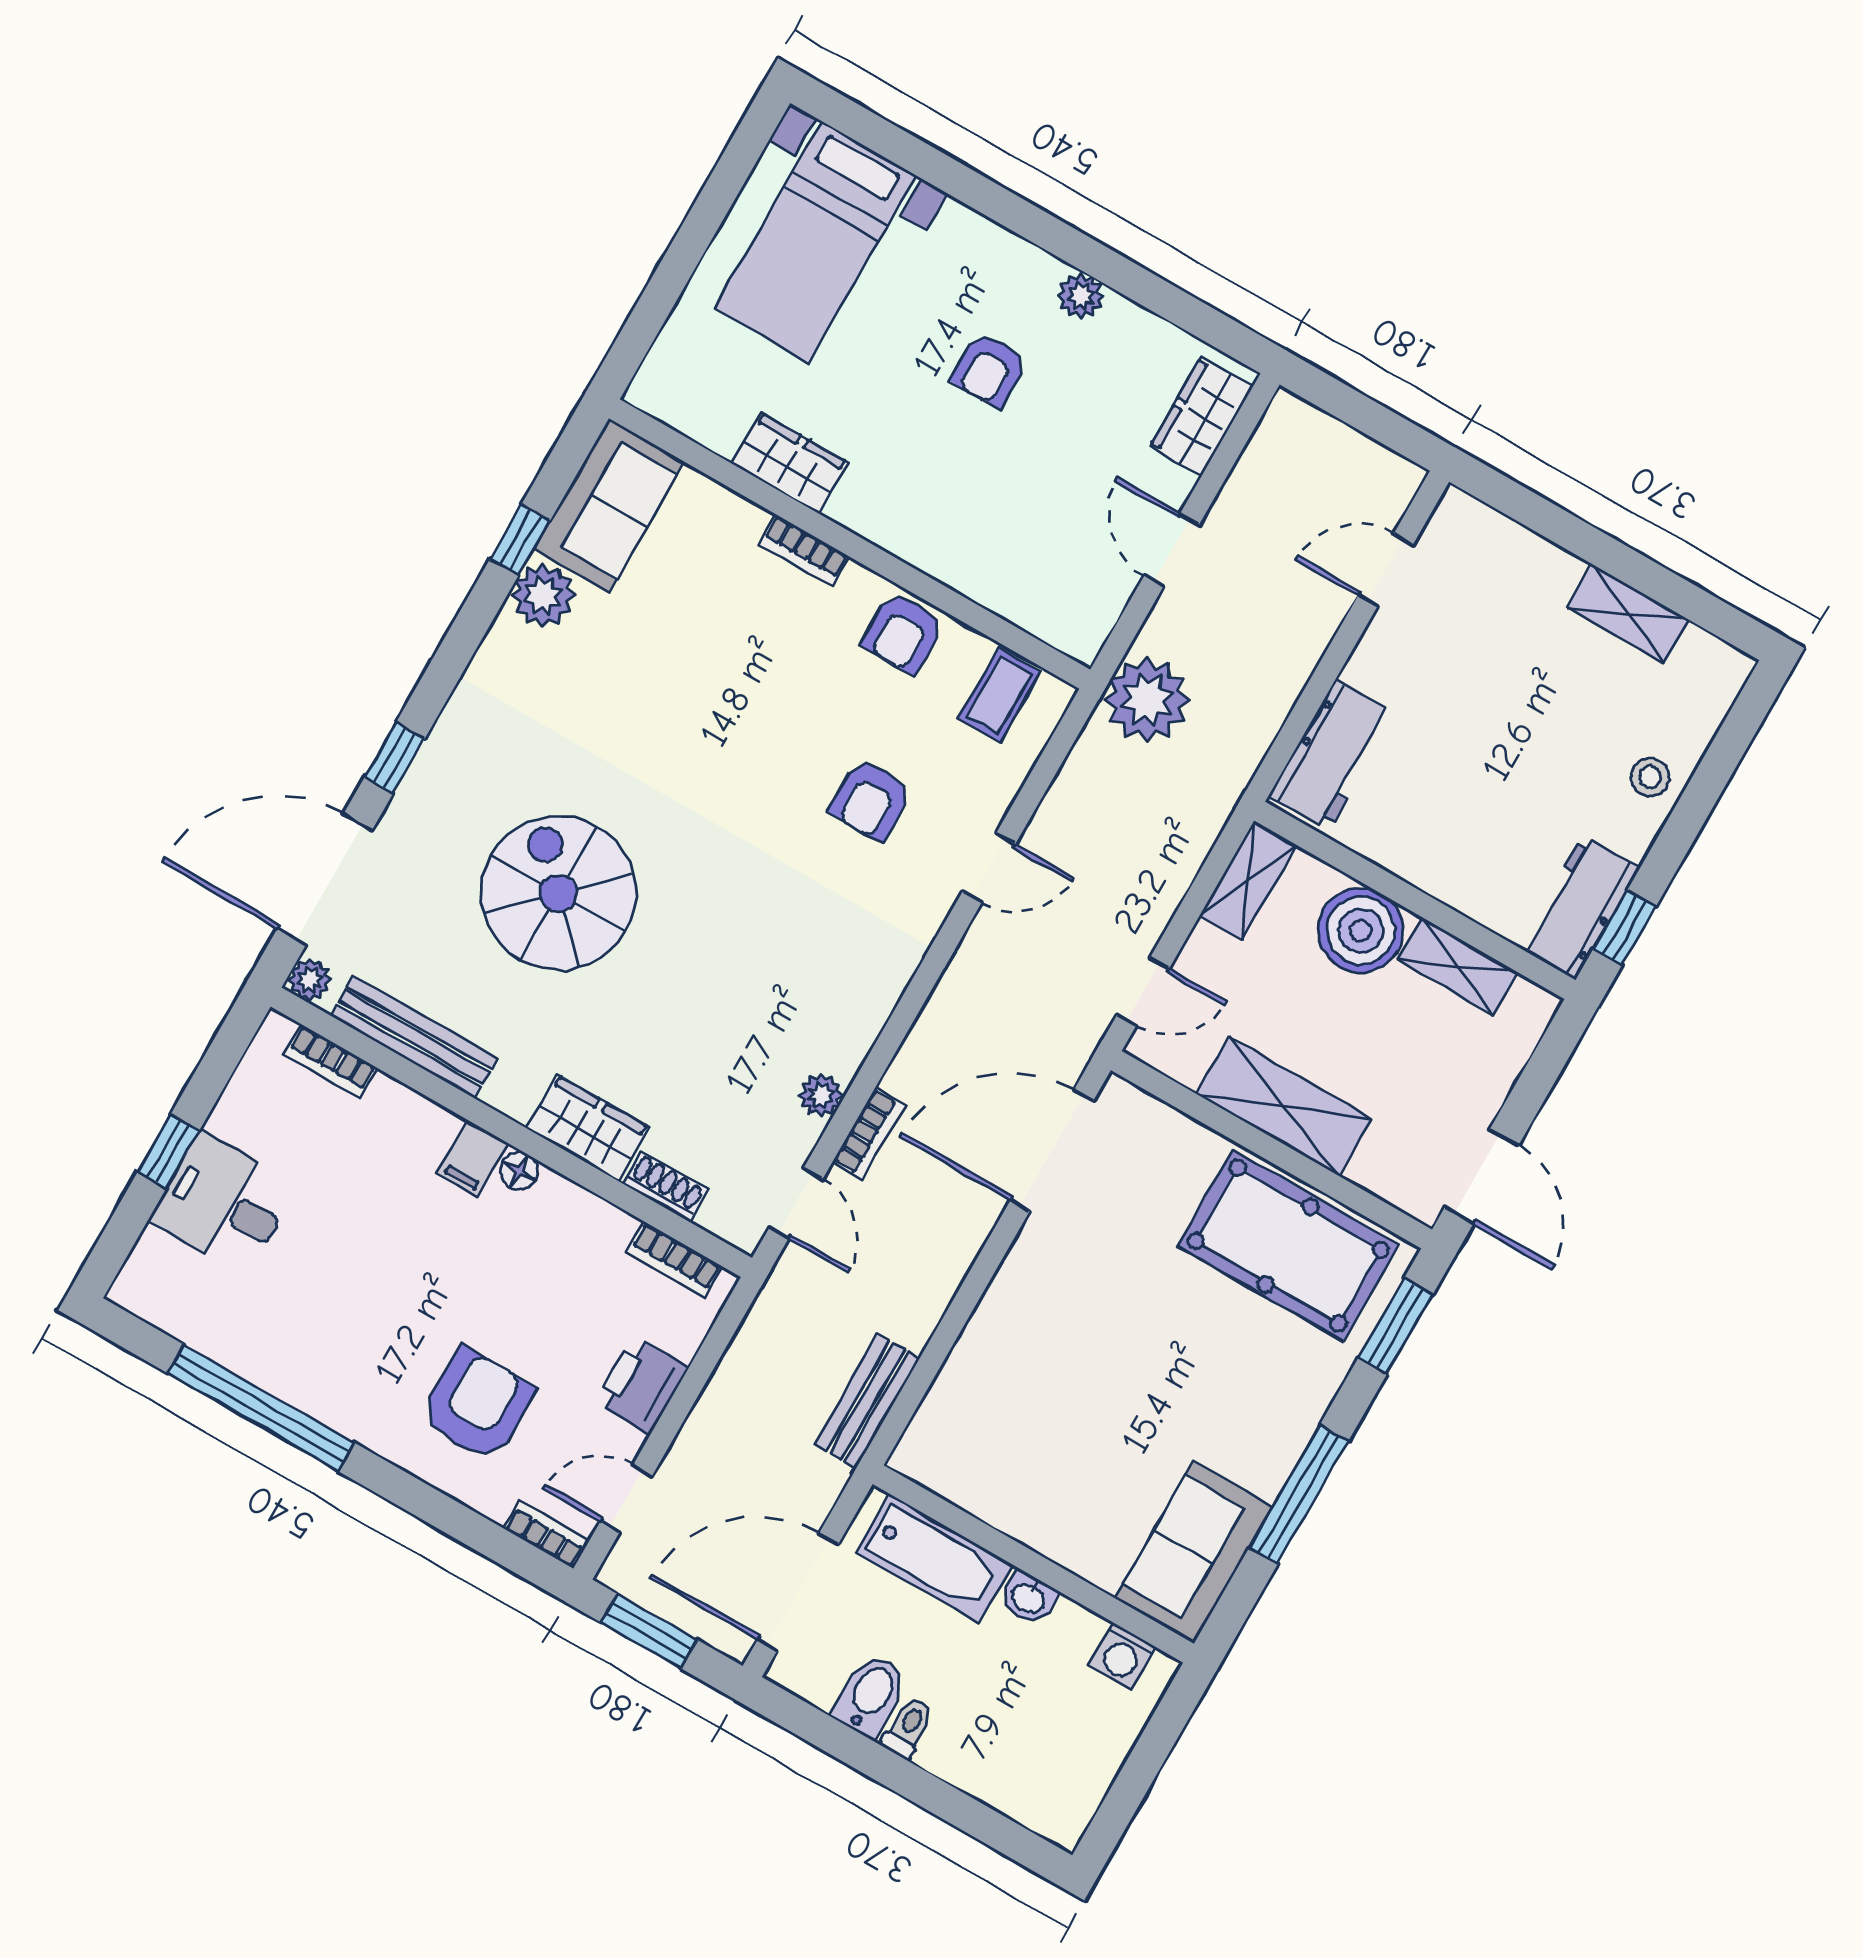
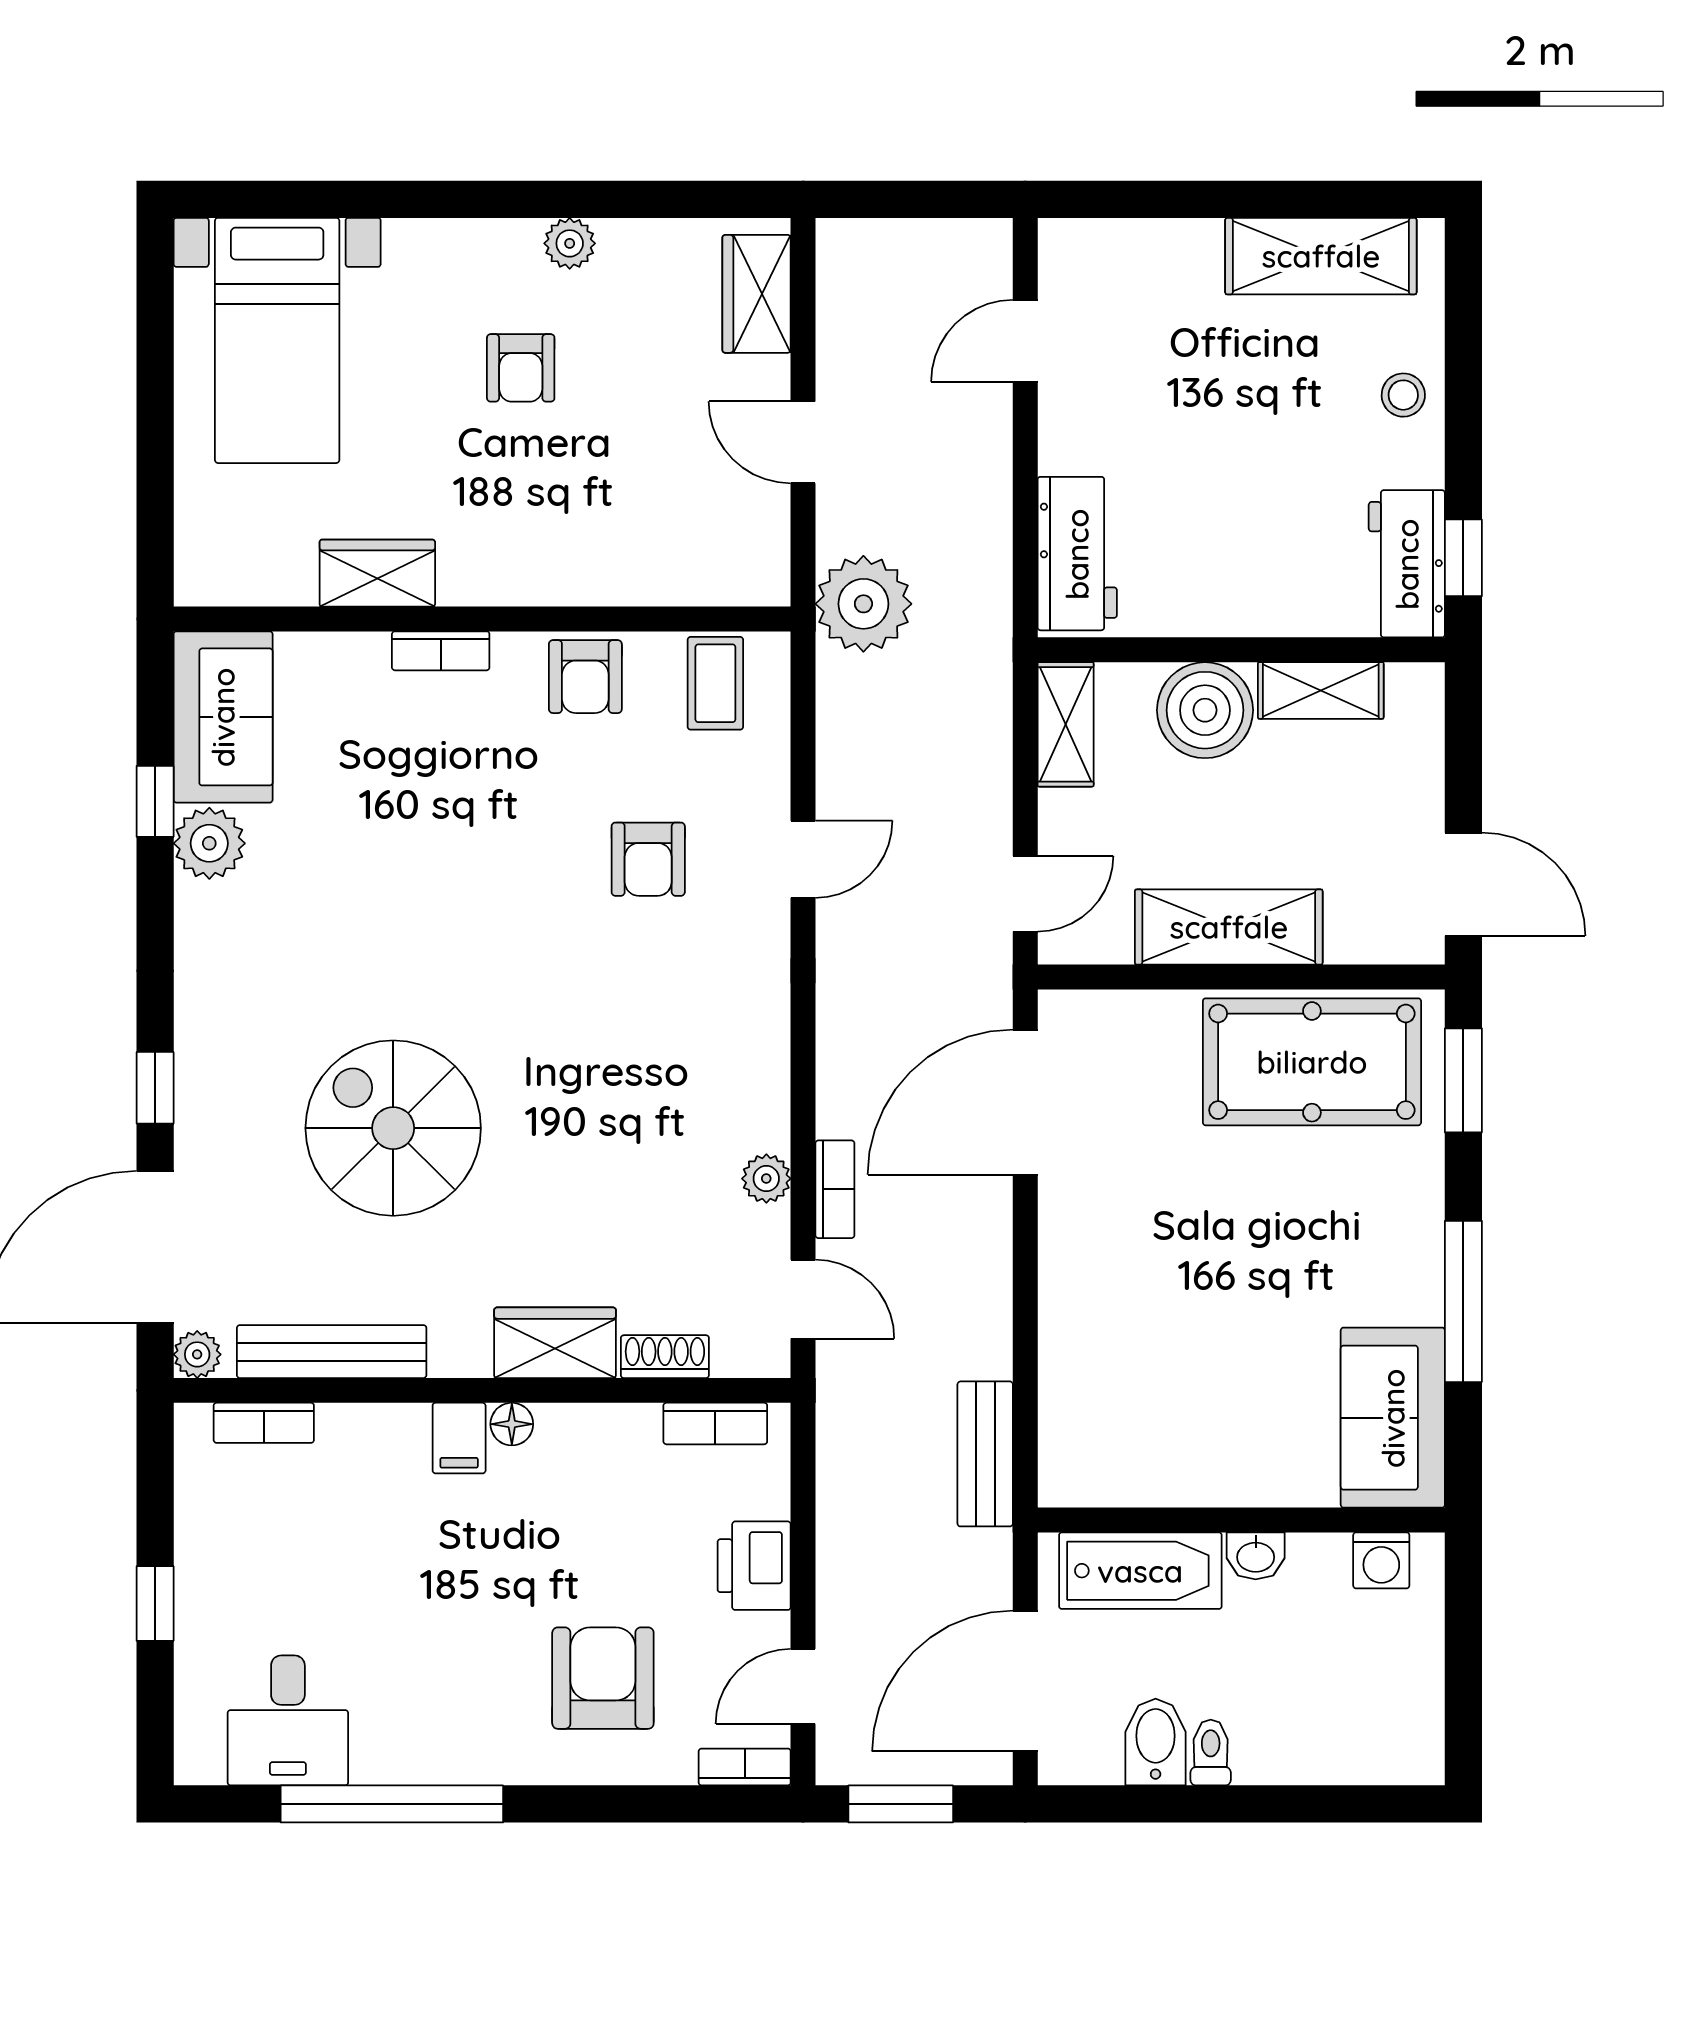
shelving: (1628, 614) -> (1321, 256), width x1.50, depth x1.33
desk: (223, 1203) -> (288, 1720), moved, turned -90

